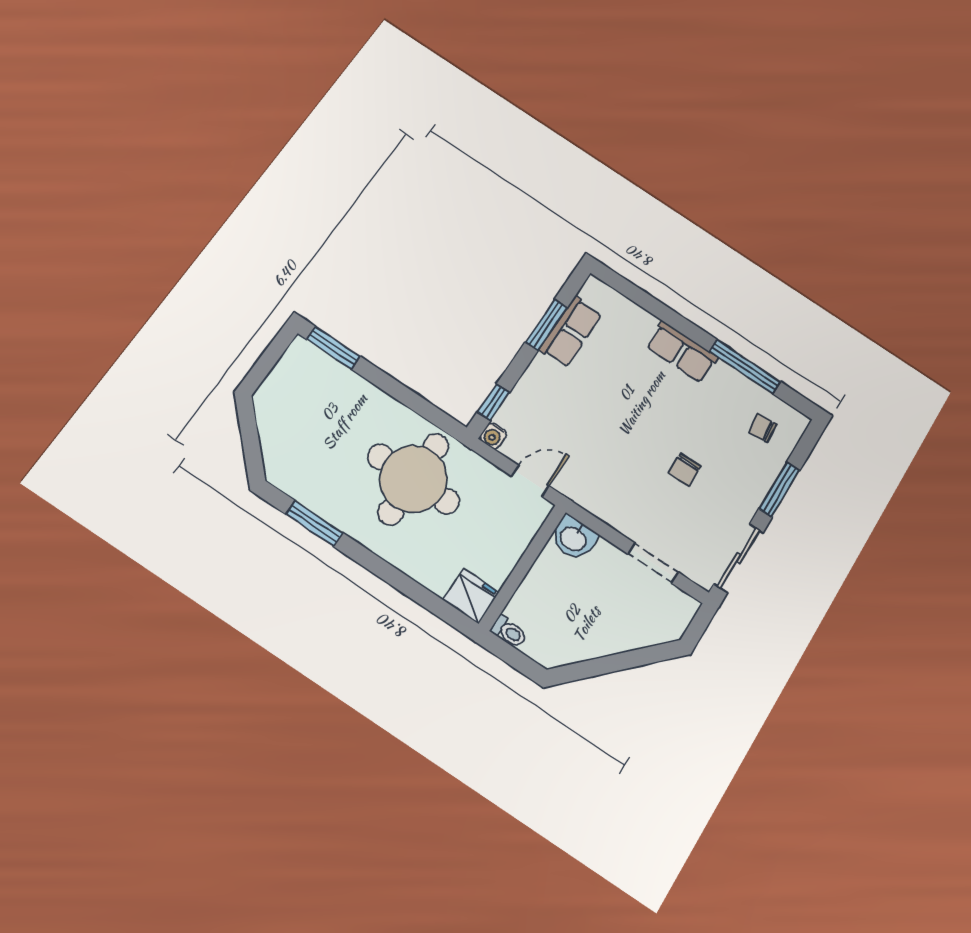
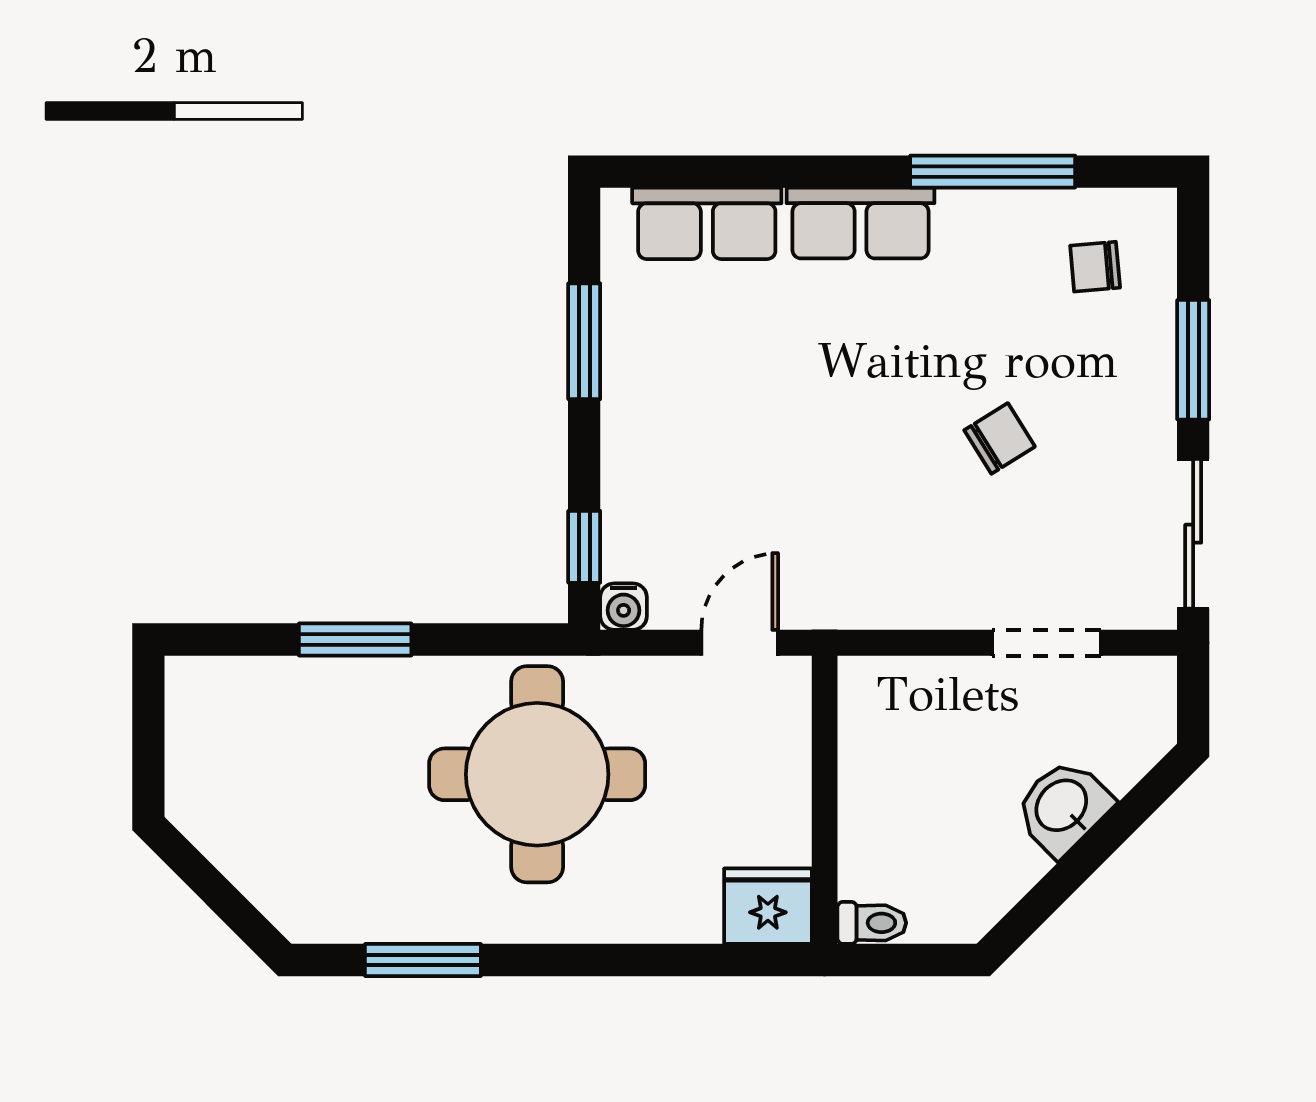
row of seats: (571, 332) -> (707, 223), moved, turned 90
window: (334, 348) -> (355, 640), moved
chair: (685, 469) -> (1000, 438), turned -122
washbasin: (574, 538) -> (1063, 807), moved, turned 135

